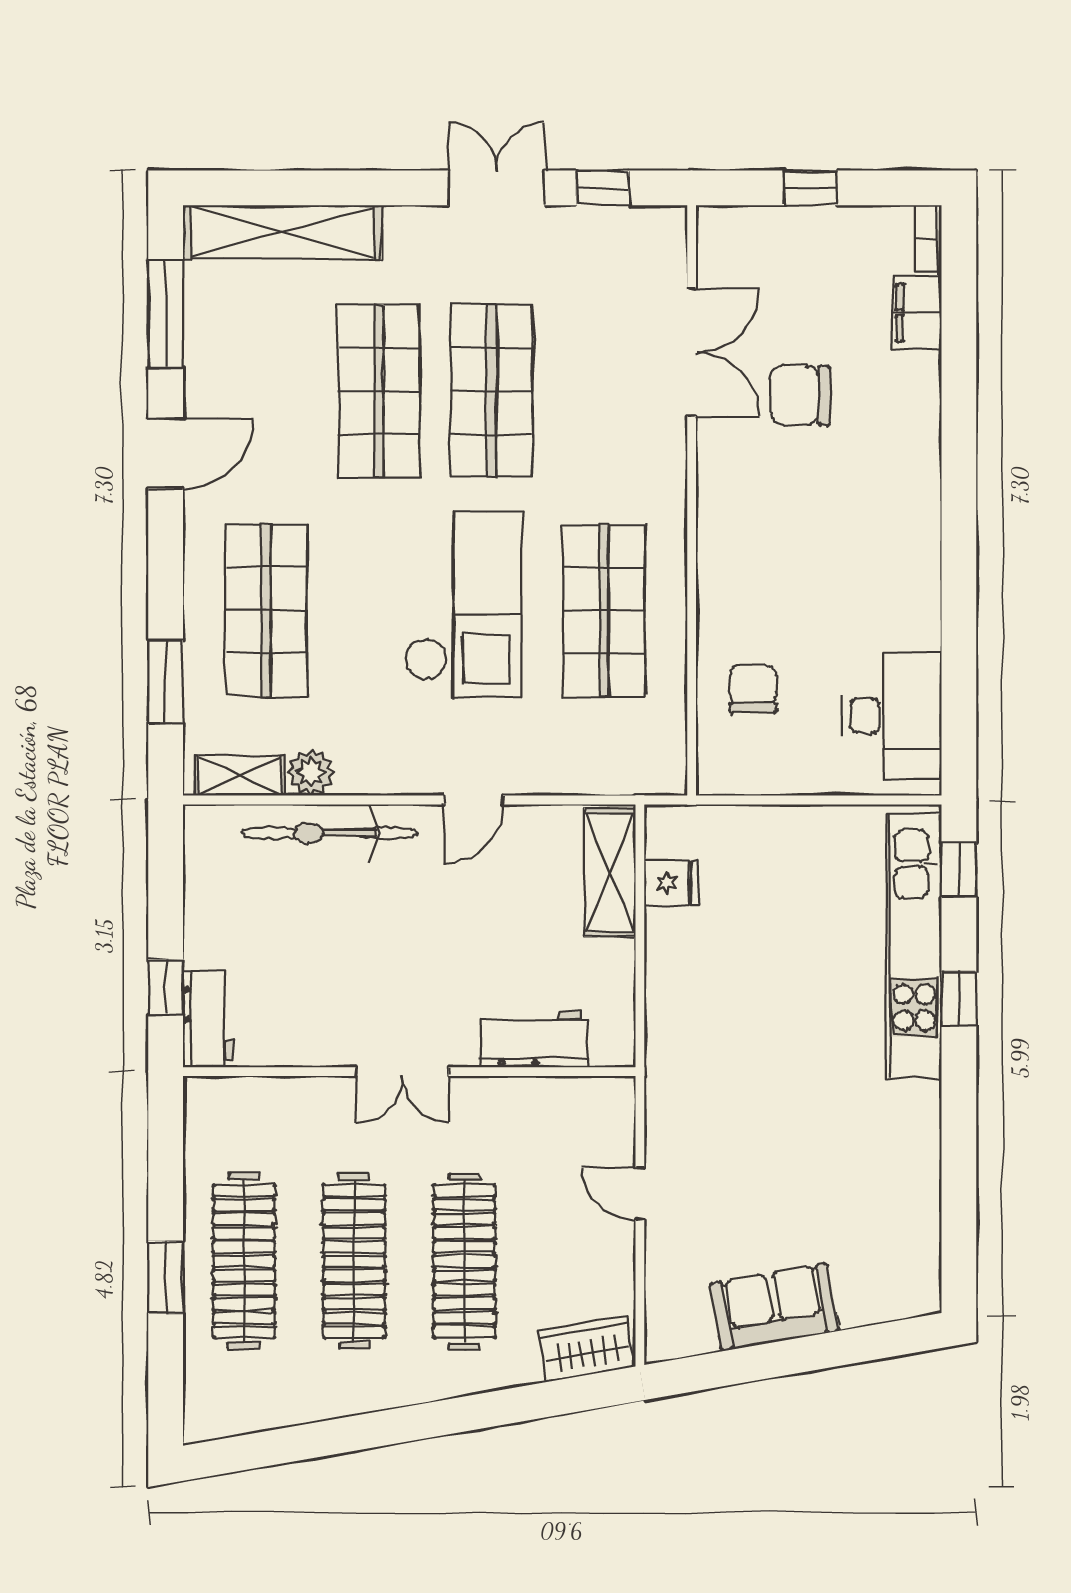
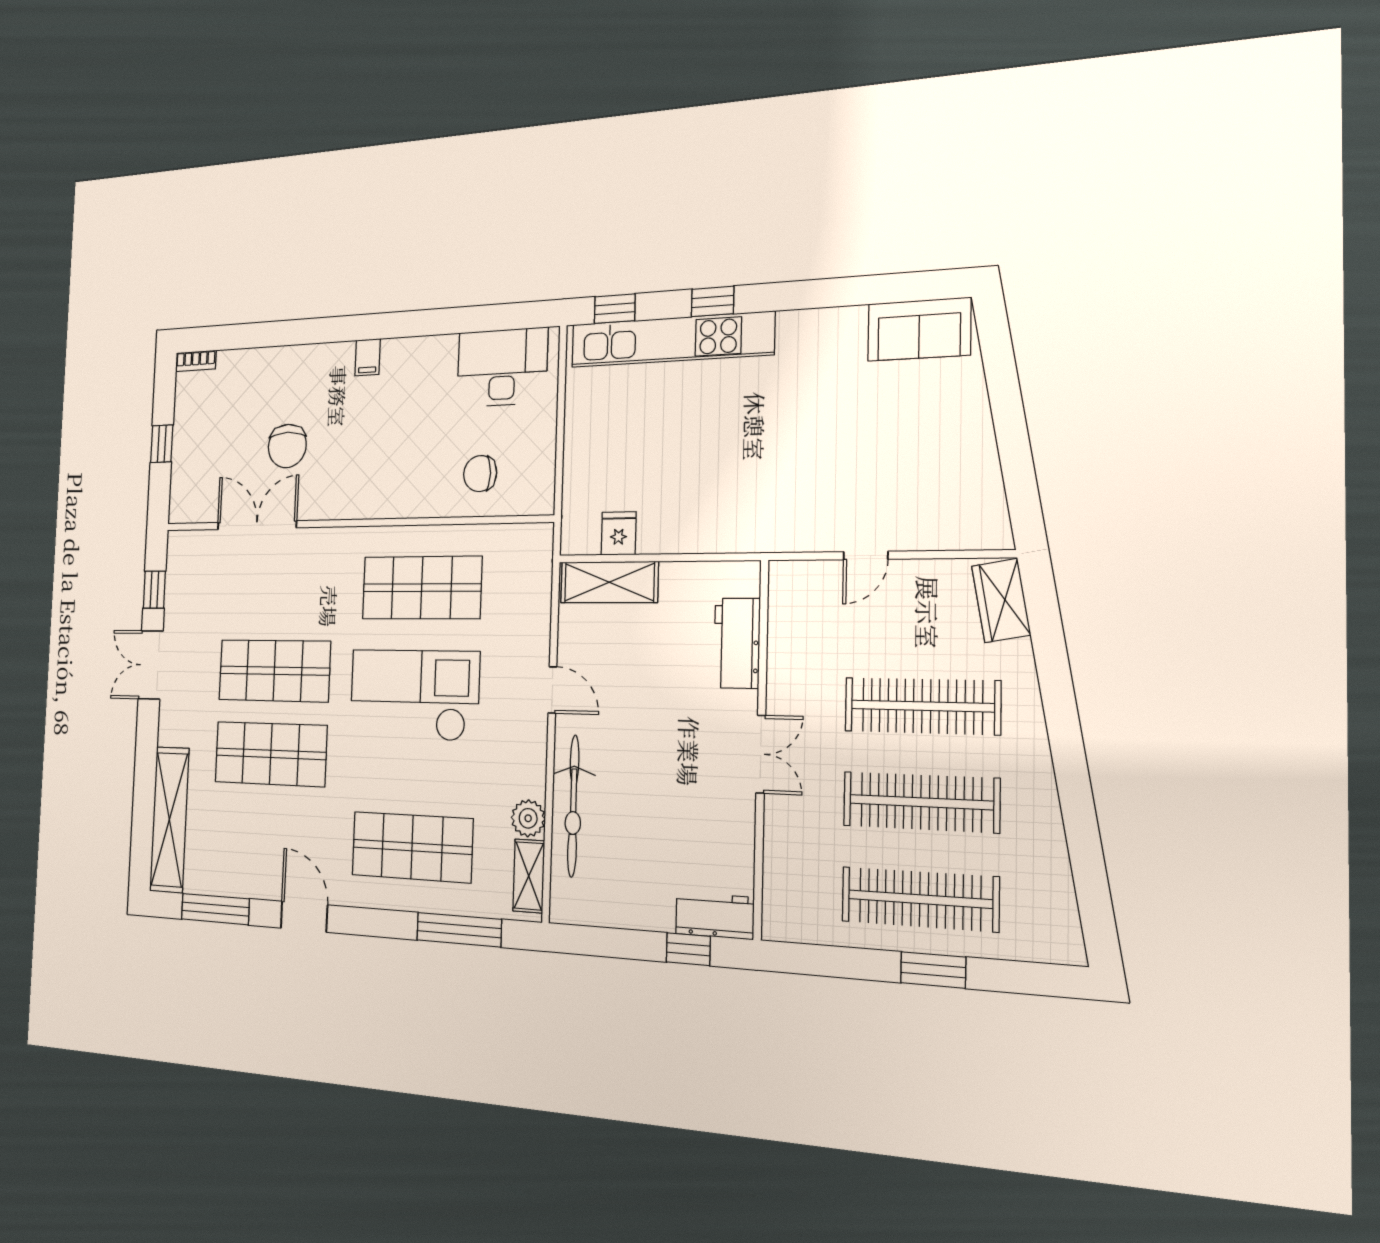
filing cabinet: (917, 313) -> (368, 357), moved, width x0.50
window: (166, 681) -> (459, 930), width x1.44
sofa: (774, 1307) -> (919, 329), moved, turned -80

